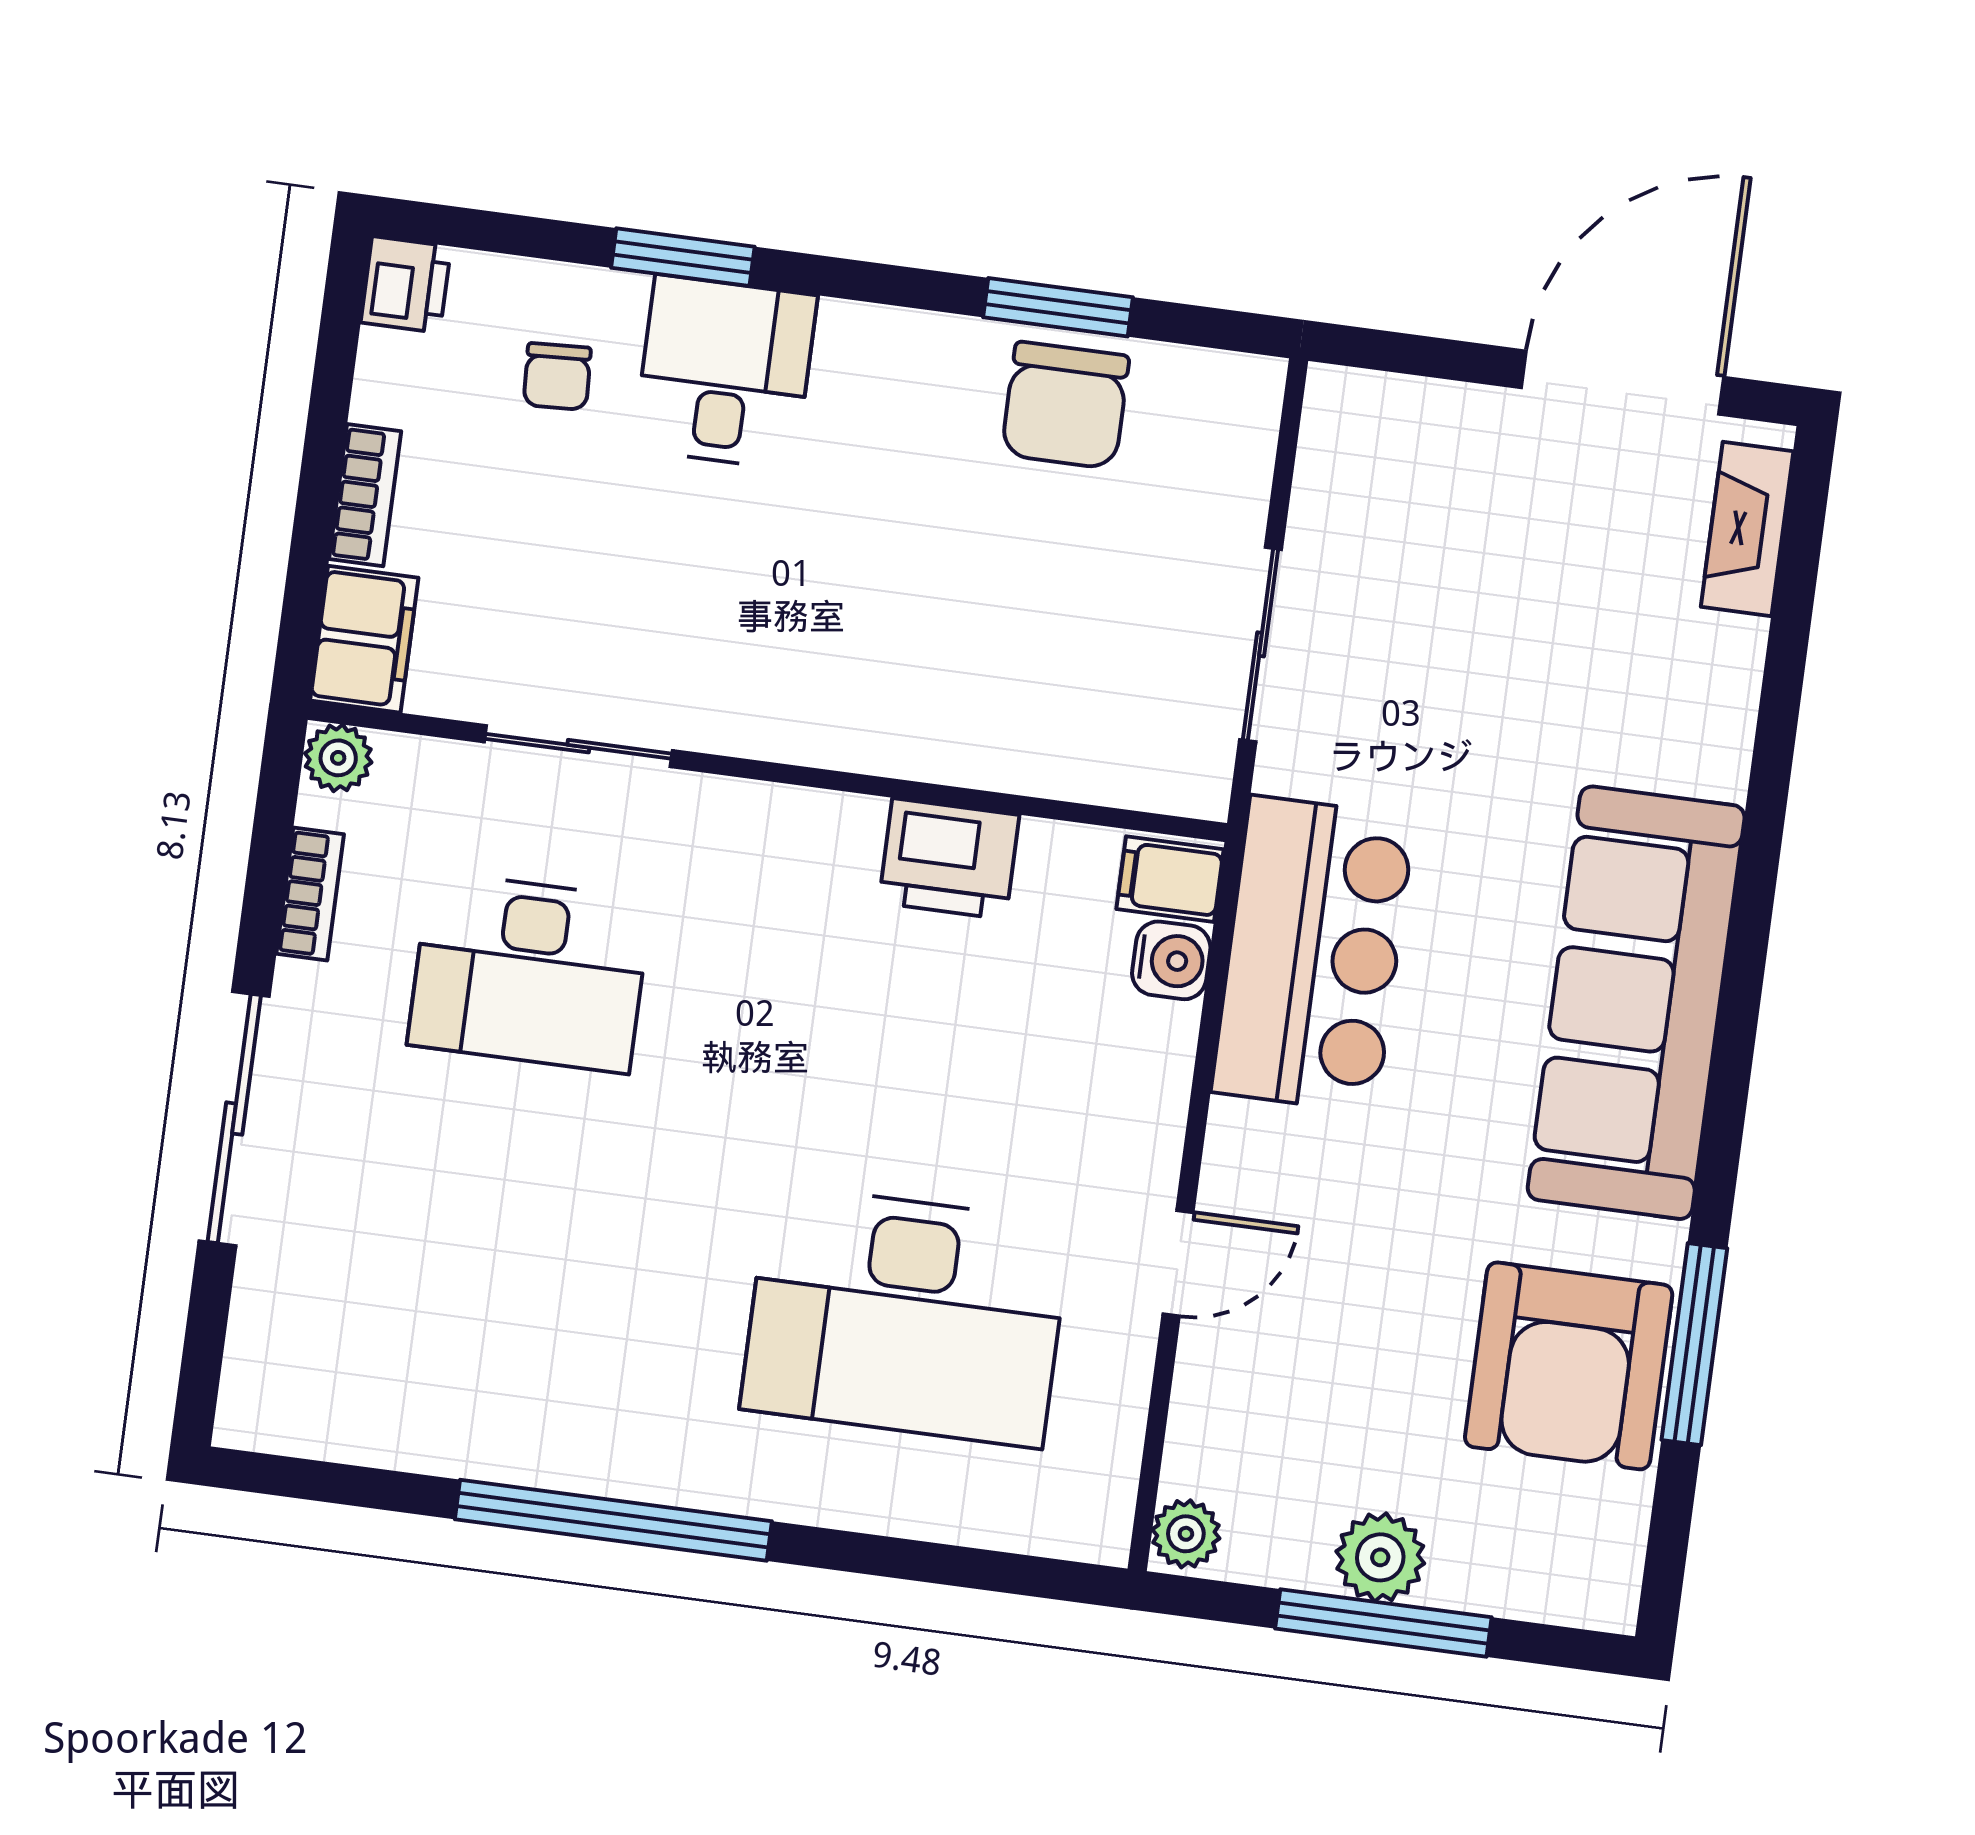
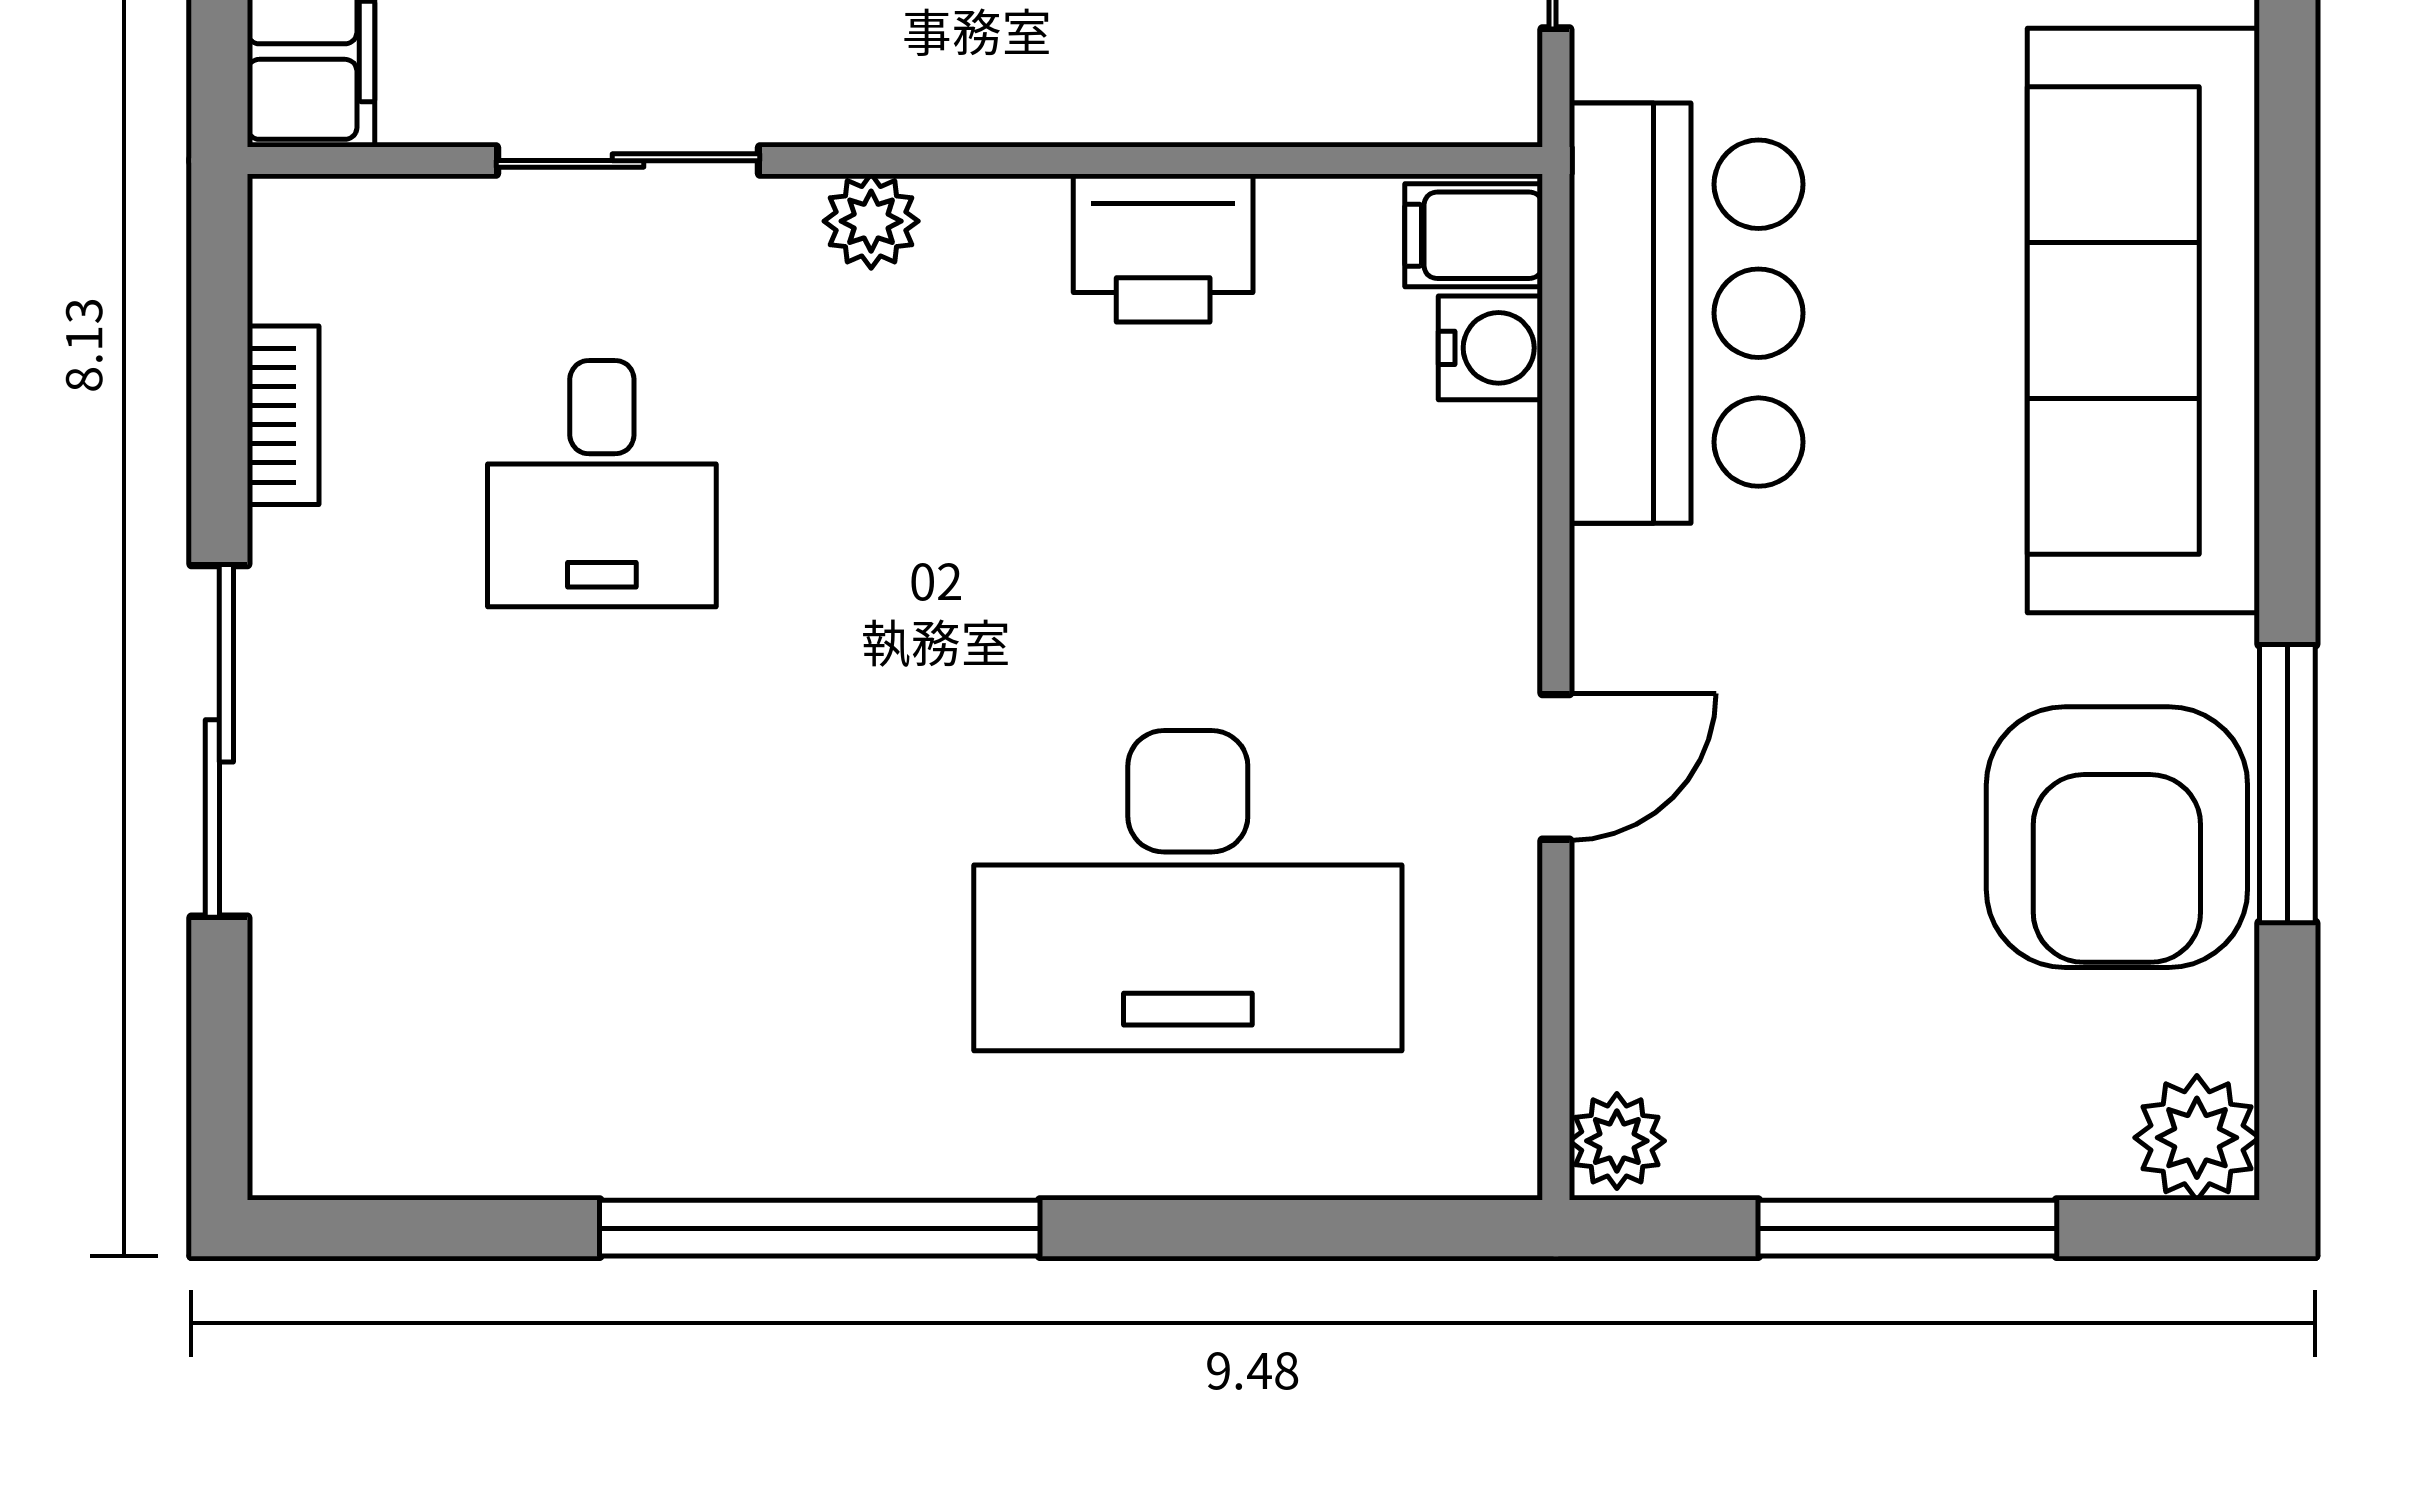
plant: (338, 758) -> (871, 221), moved
desk: (529, 972) -> (602, 484), width x0.73
plant: (1380, 1557) -> (2197, 1138), moved

